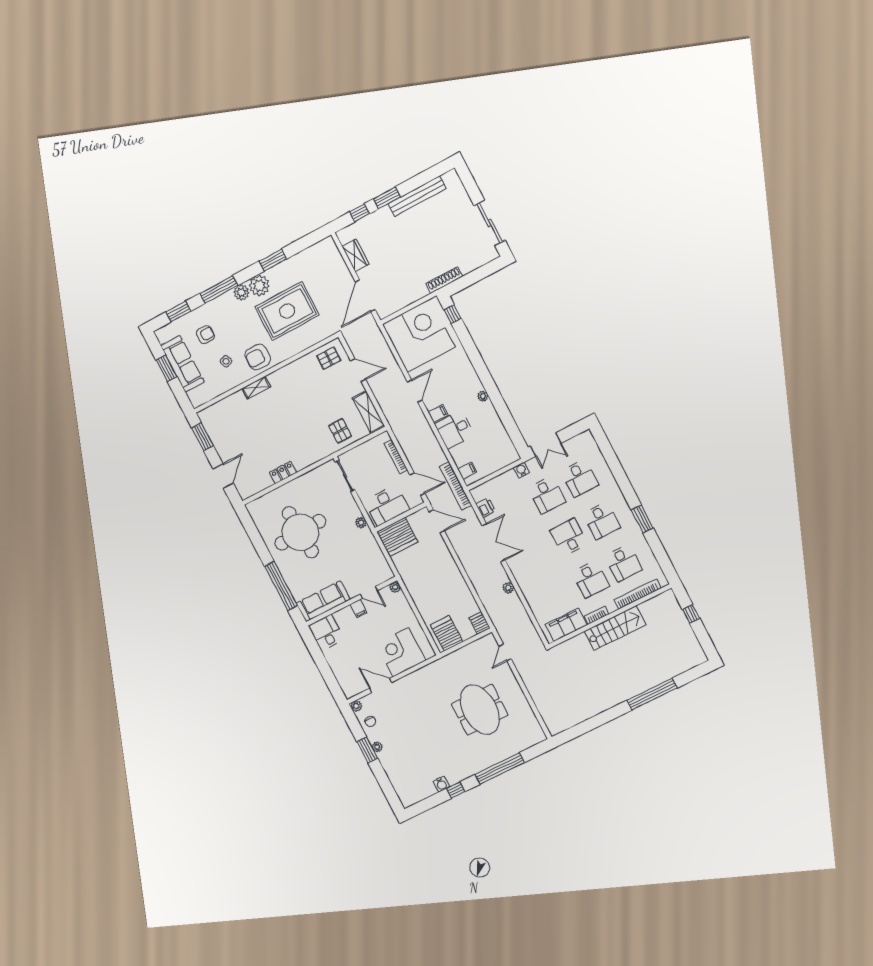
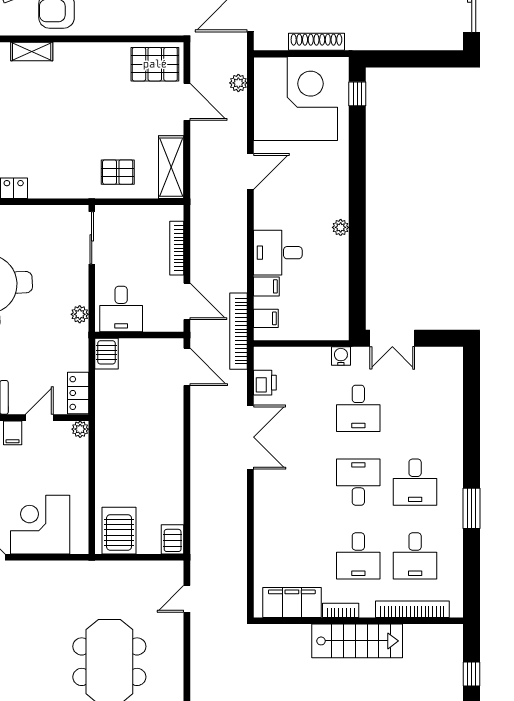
shoe rack: (444, 280) -> (316, 42), moved
pallet: (329, 358) -> (155, 64), width x1.50, depth x1.42
filing cabinet: (438, 413) -> (266, 286), moved
pallet: (340, 431) -> (118, 172), turned 90
desk: (580, 478) -> (415, 408), removed
desk: (387, 505) -> (121, 309), width x0.73
server rack: (397, 537) -> (106, 354), width x0.46, depth x0.70
locker: (383, 567) -> (78, 393), added
plant: (508, 588) -> (238, 83), moved
door: (369, 592) -> (39, 418), swing flipped

